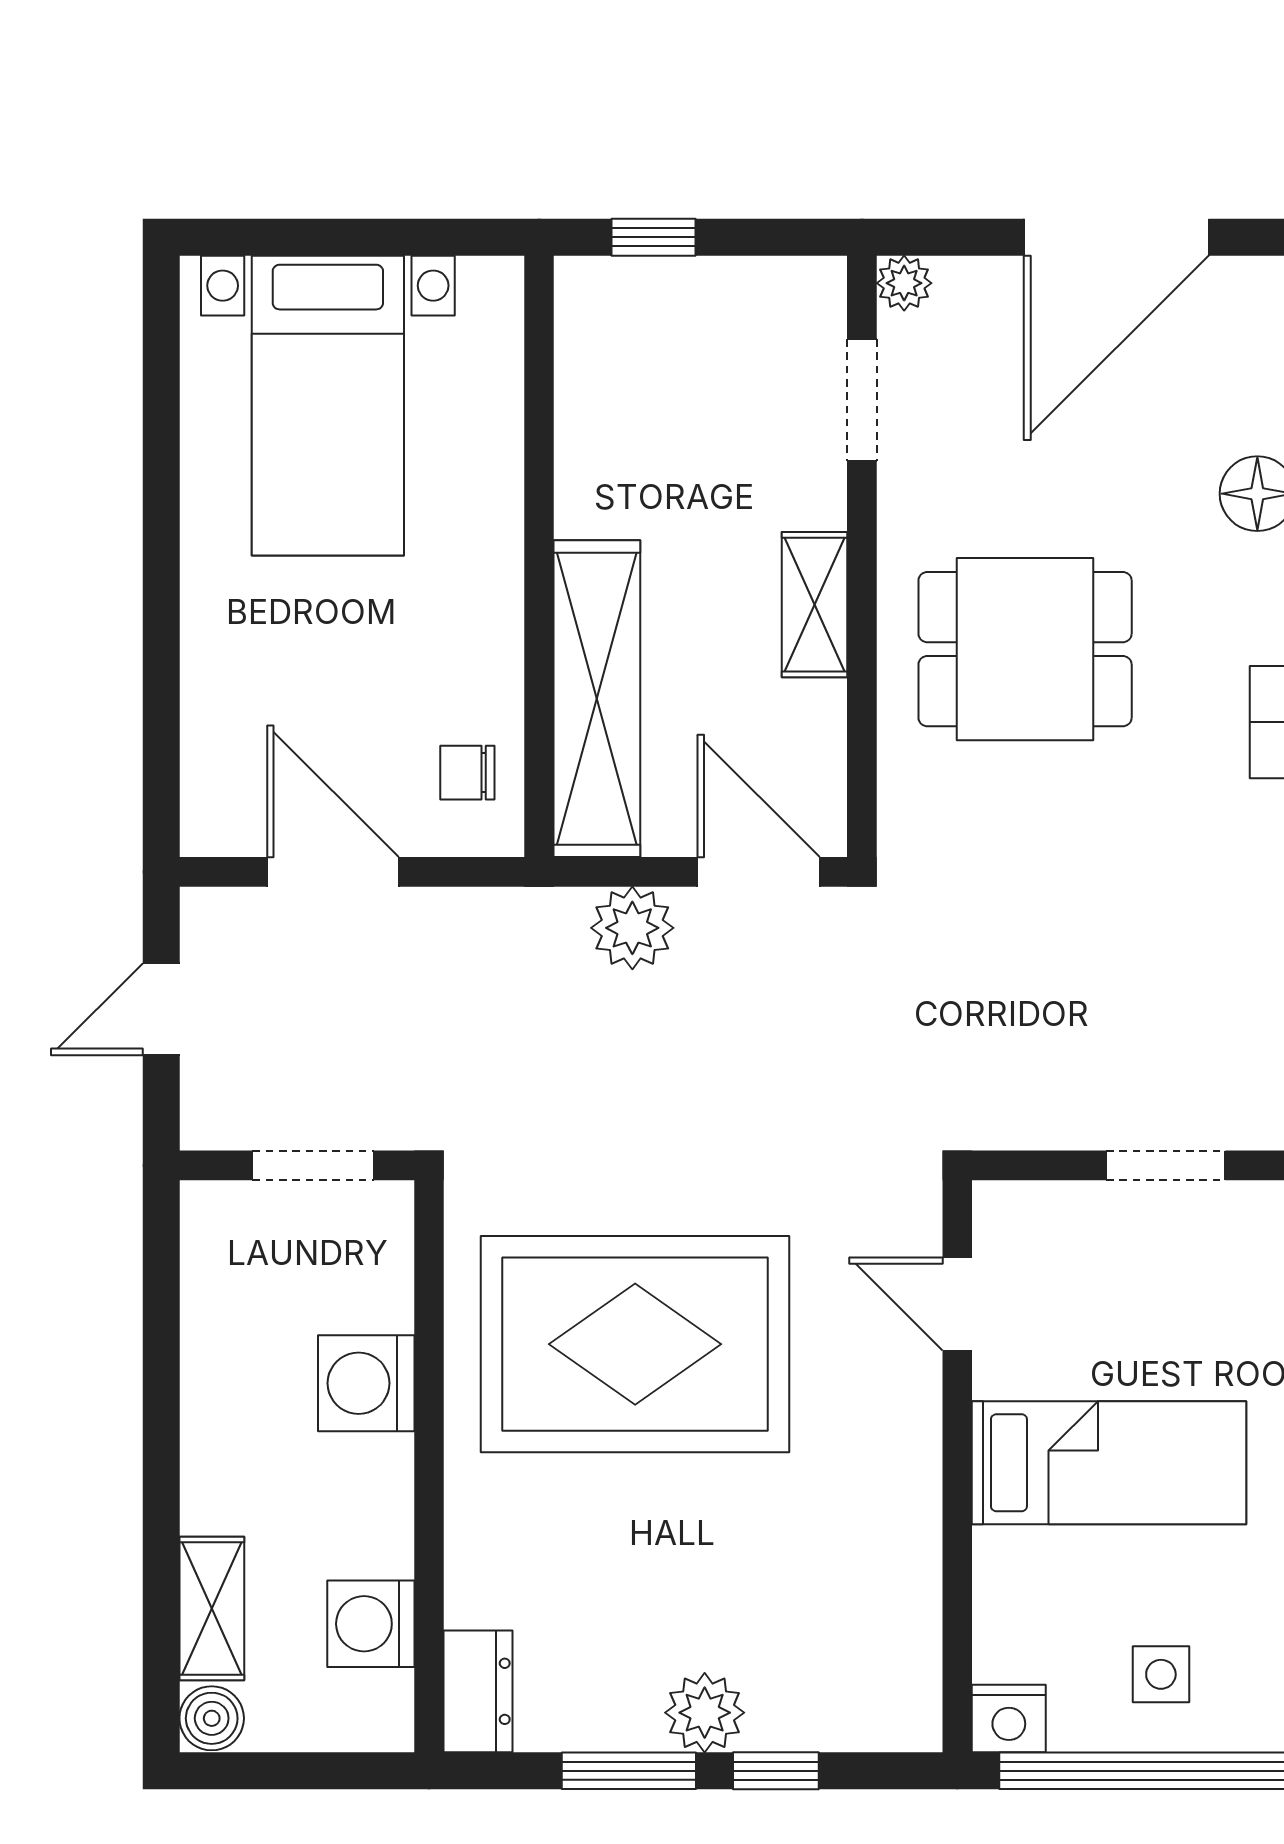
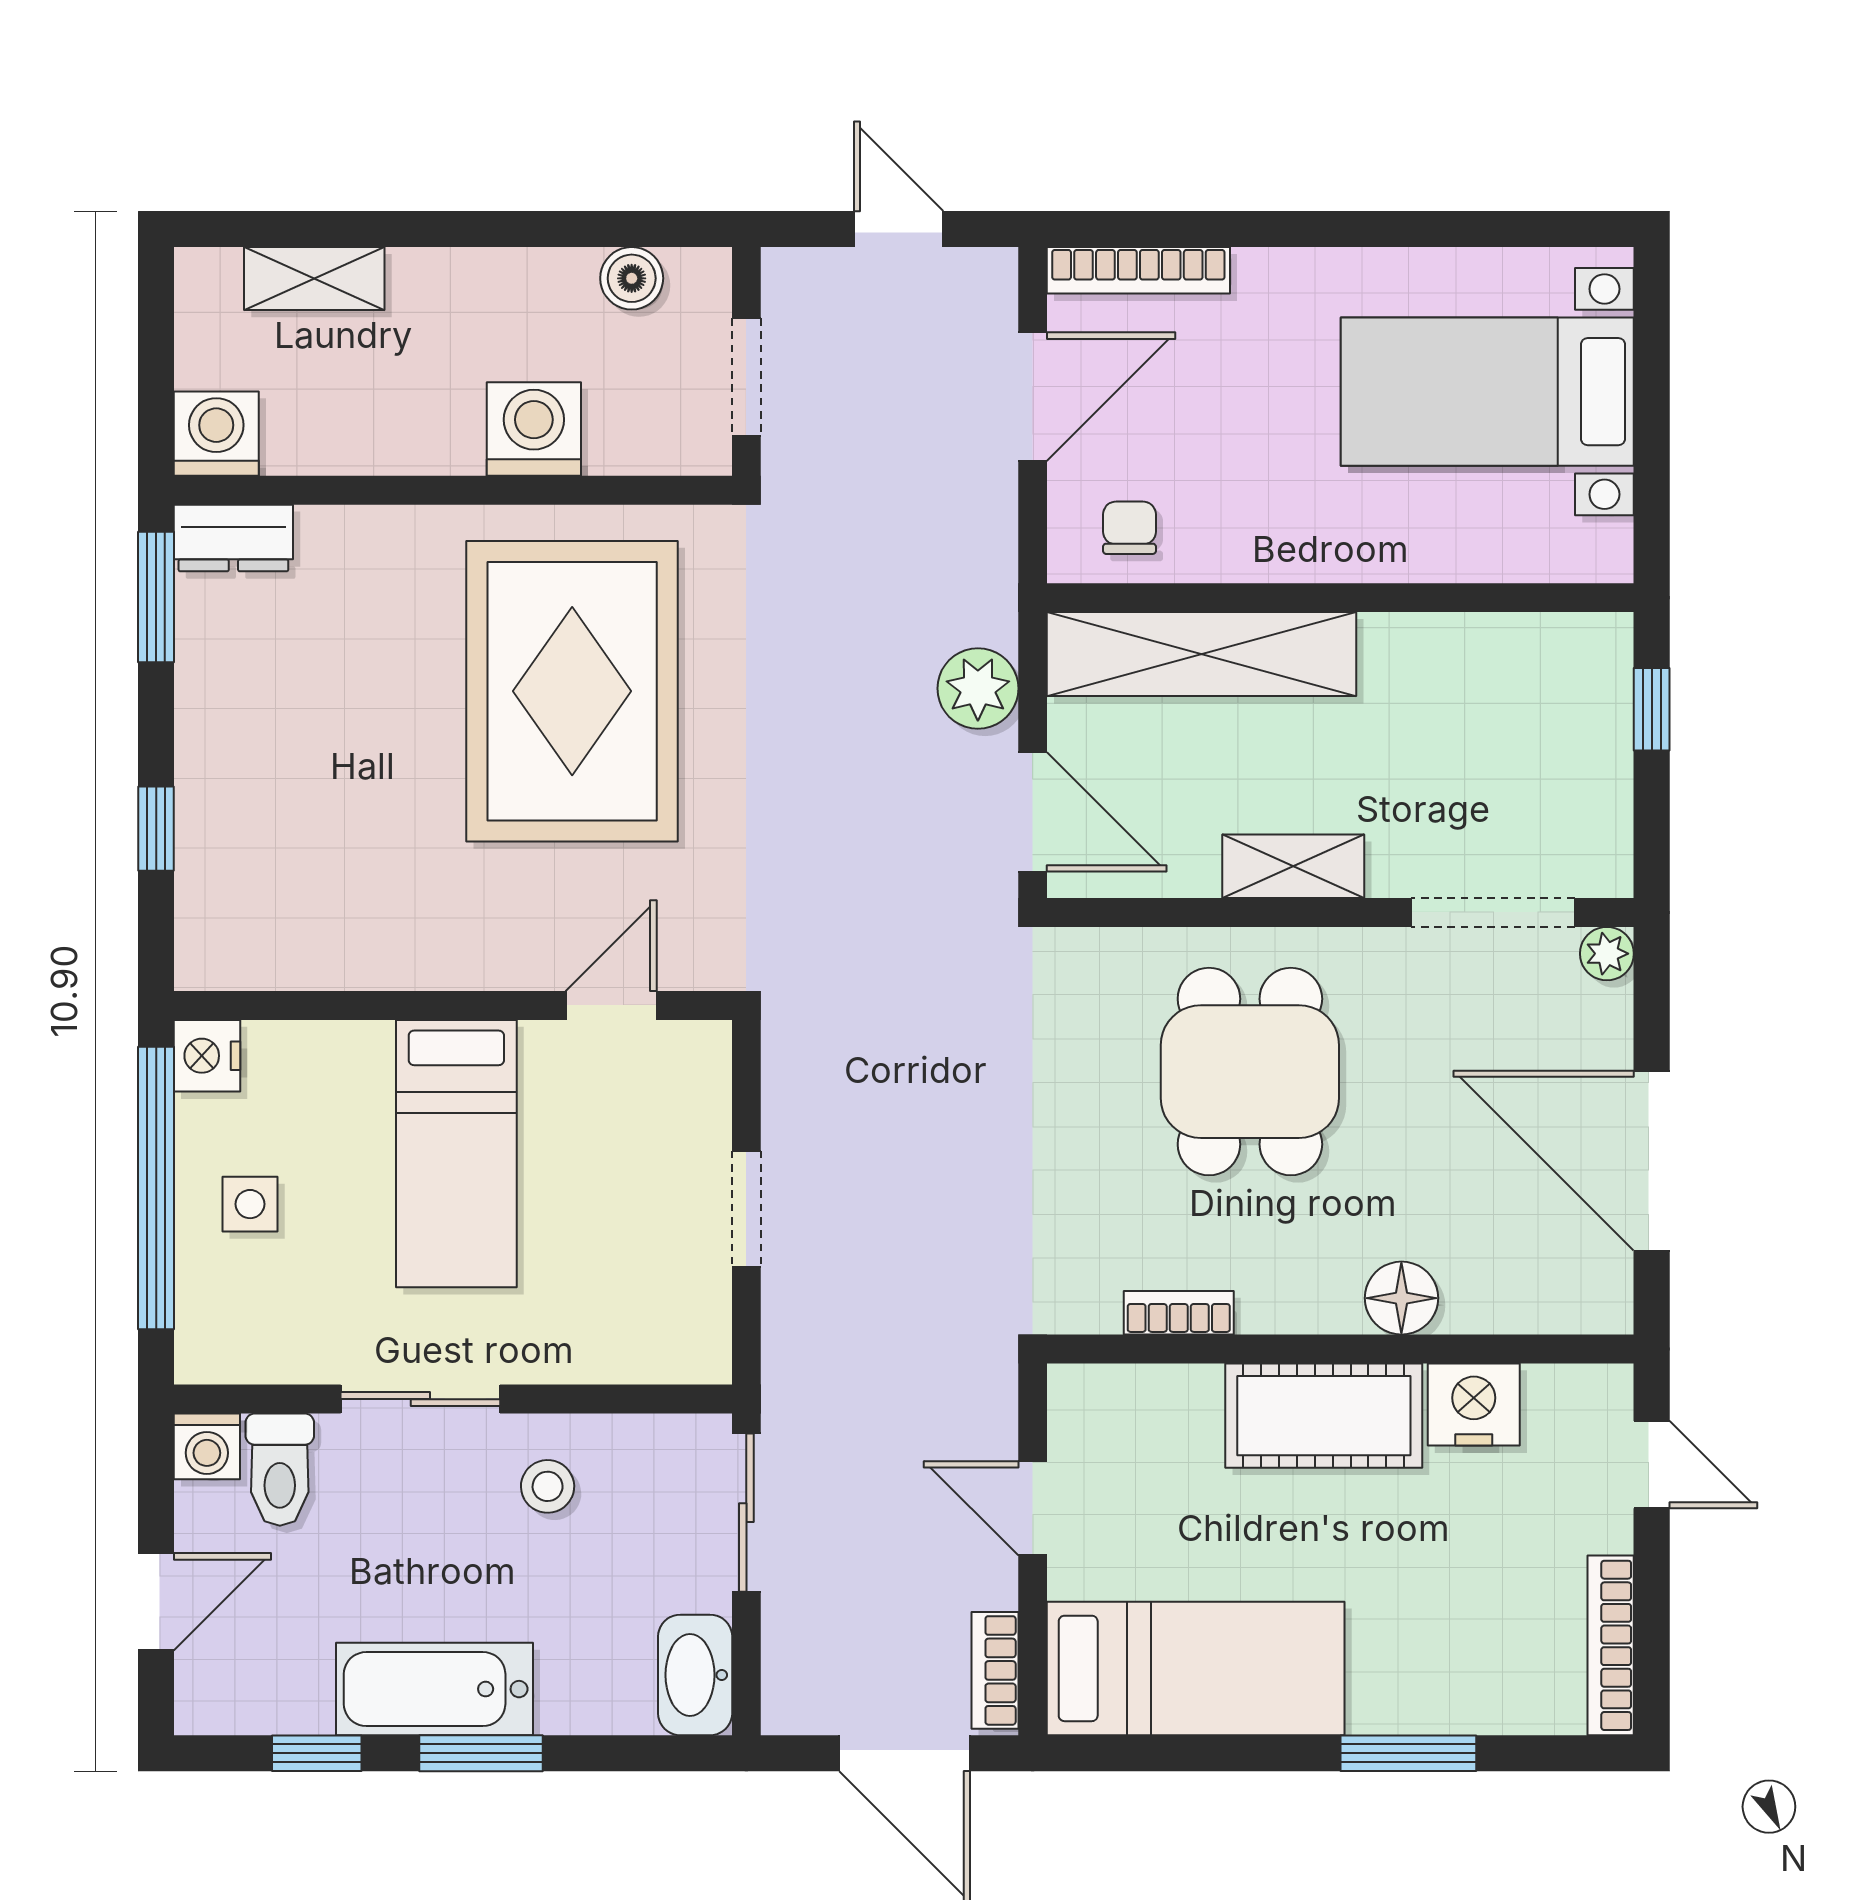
doorway: (862, 400) -> (1493, 912), width x1.38
bookcase: (204, 763) -> (1138, 270), added
door: (759, 872) -> (1033, 812), hinge flipped
washing machine: (371, 1624) -> (216, 434), moved
plant: (705, 1713) -> (213, 759), removed
boiler: (212, 1718) -> (632, 278), moved
window: (629, 1771) -> (156, 597), moved

